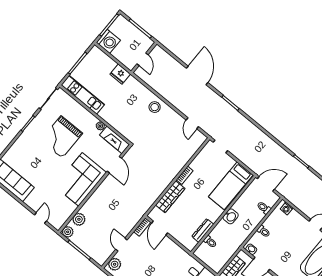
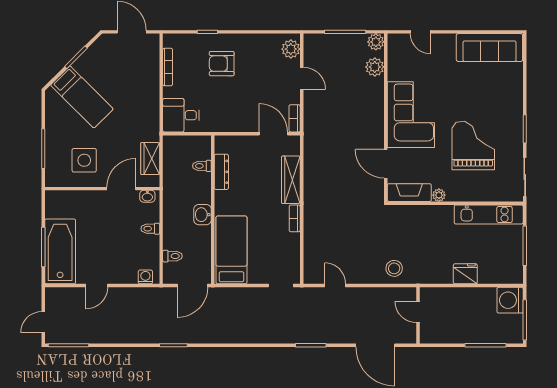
wall: (144, 57) -> (418, 315), moved
door: (142, 59) -> (418, 312), moved

